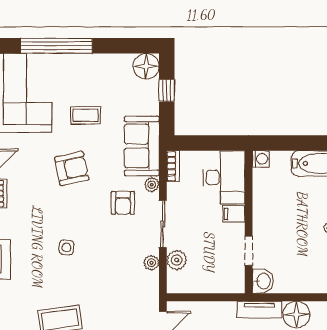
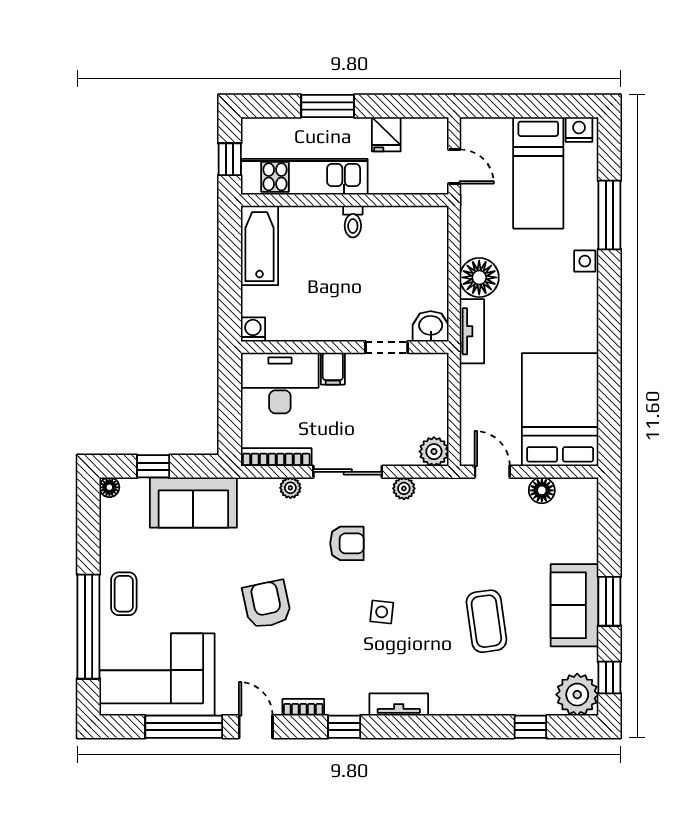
floor lamp: (146, 66) -> (109, 487), width x0.53, depth x0.53
coffee table: (86, 115) -> (124, 594), moved
sofa: (142, 146) -> (193, 503), moved
bookcase: (173, 166) -> (276, 457), width x1.56
armchair: (123, 203) -> (347, 543), moved
plant: (177, 260) -> (434, 452), moved

